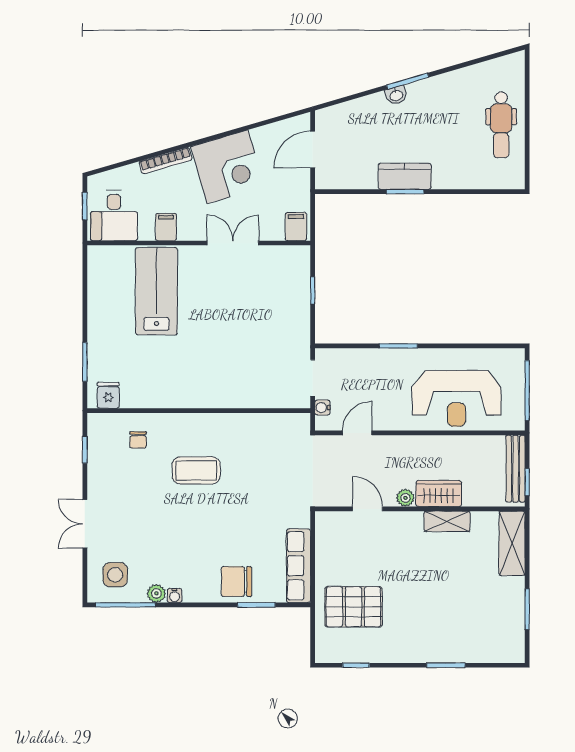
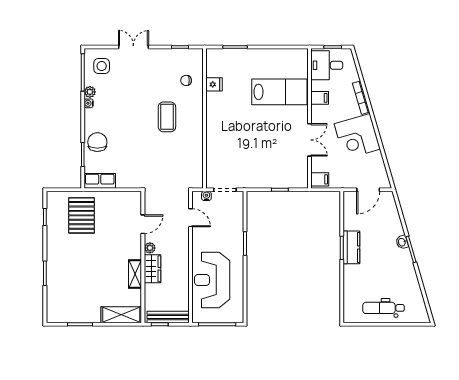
door: (313, 150) -> (368, 190), swing flipped
fridge: (108, 395) -> (214, 84), moved
row of seats: (298, 566) -> (100, 181), width x0.68

